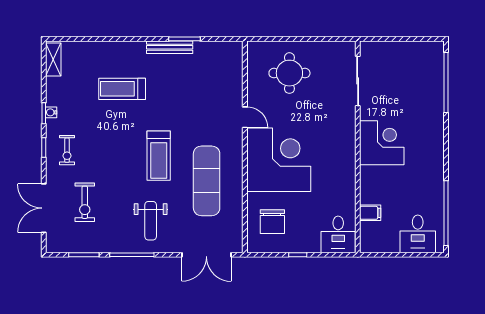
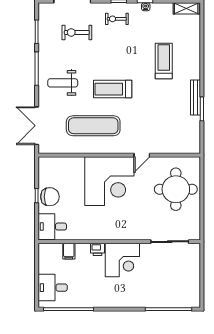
round table: (289, 73) -> (176, 189), width x1.36, depth x1.36
printer: (368, 175) -> (98, 249), added
chair: (272, 222) -> (50, 197), moved, turned 180

